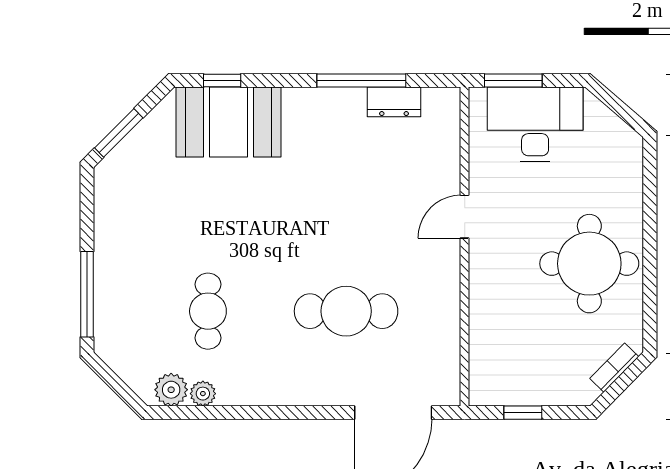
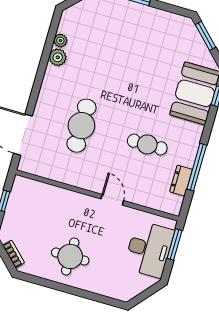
round table: (589, 264) -> (70, 256), width x0.73, depth x0.73
cafe table: (208, 311) -> (147, 144), moved
plant: (171, 390) -> (58, 57), moved

